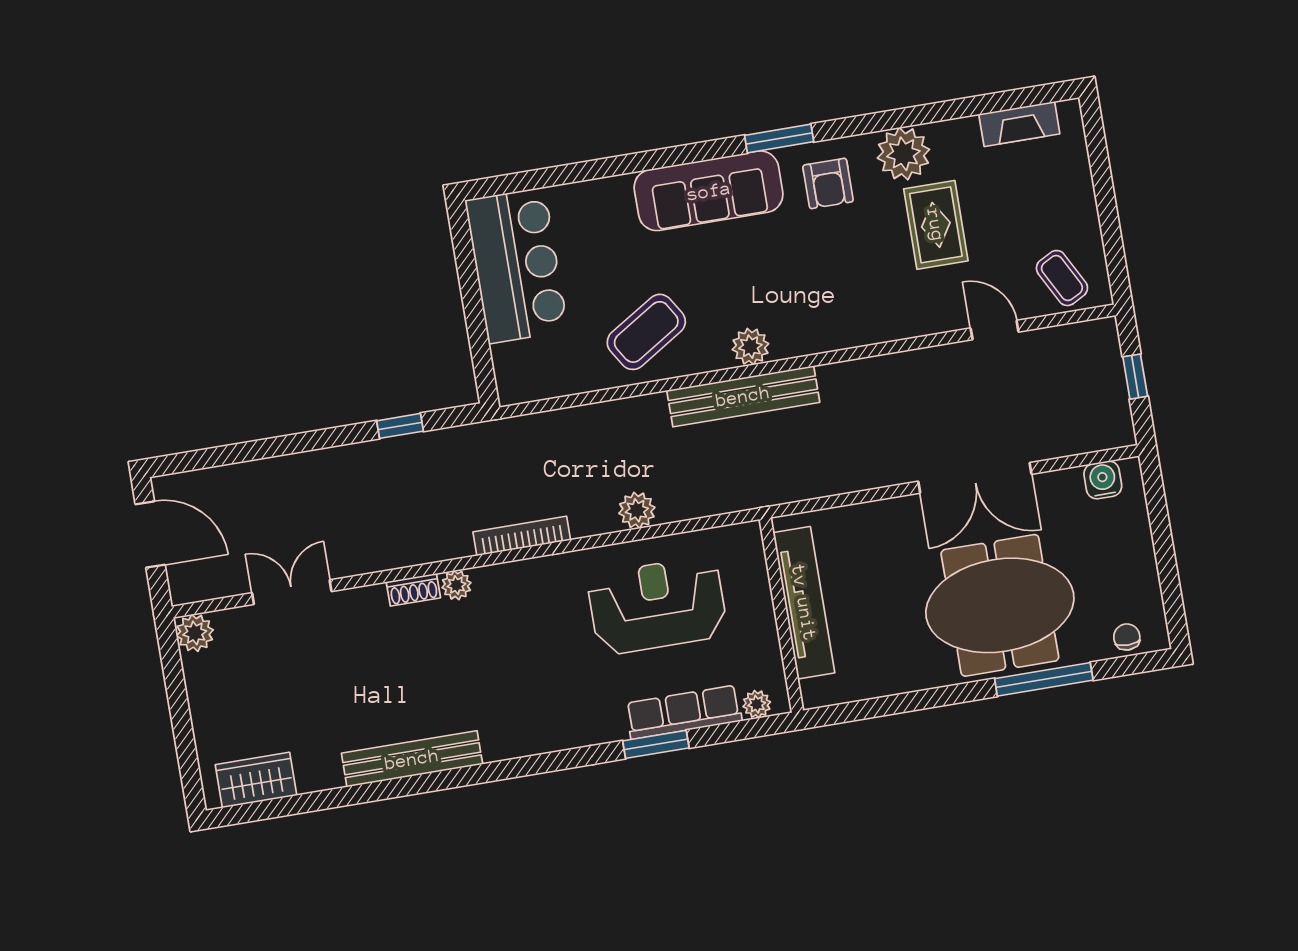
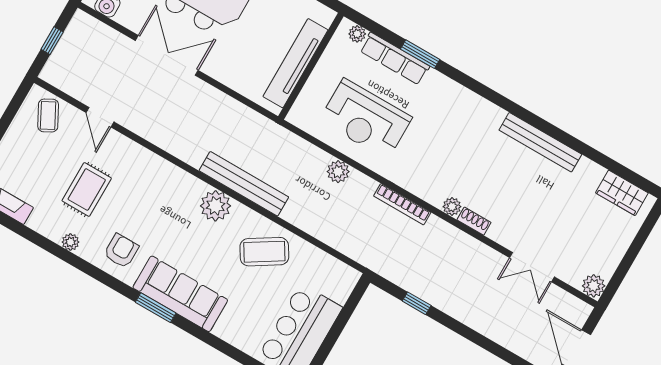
window: (779, 139) -> (156, 308), moved
plant: (903, 154) -> (70, 242), width x0.53, depth x0.53
plant: (750, 347) -> (216, 206), width x1.36, depth x1.36

